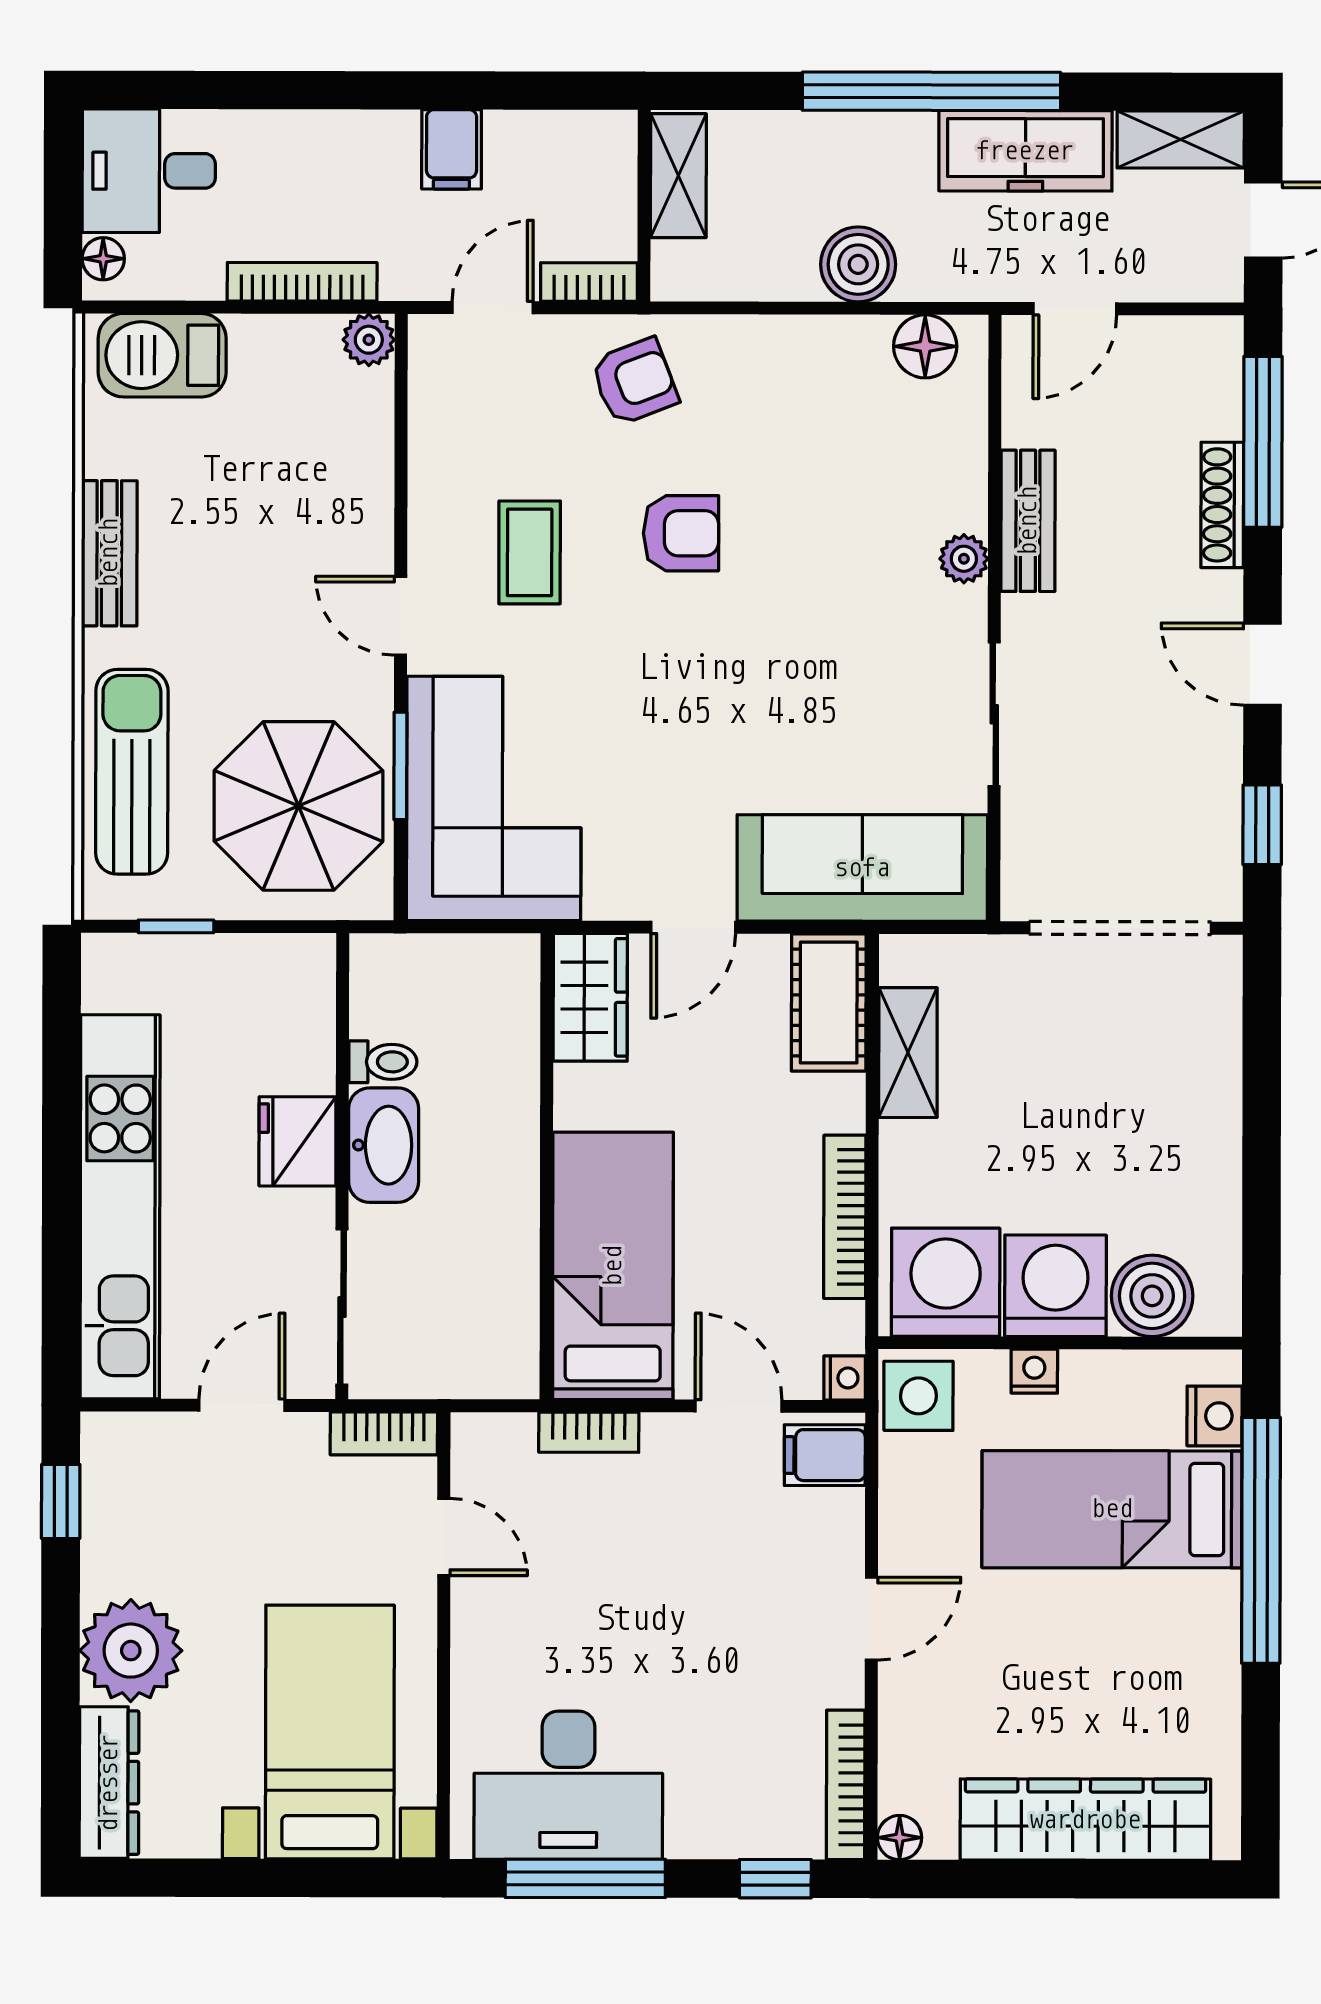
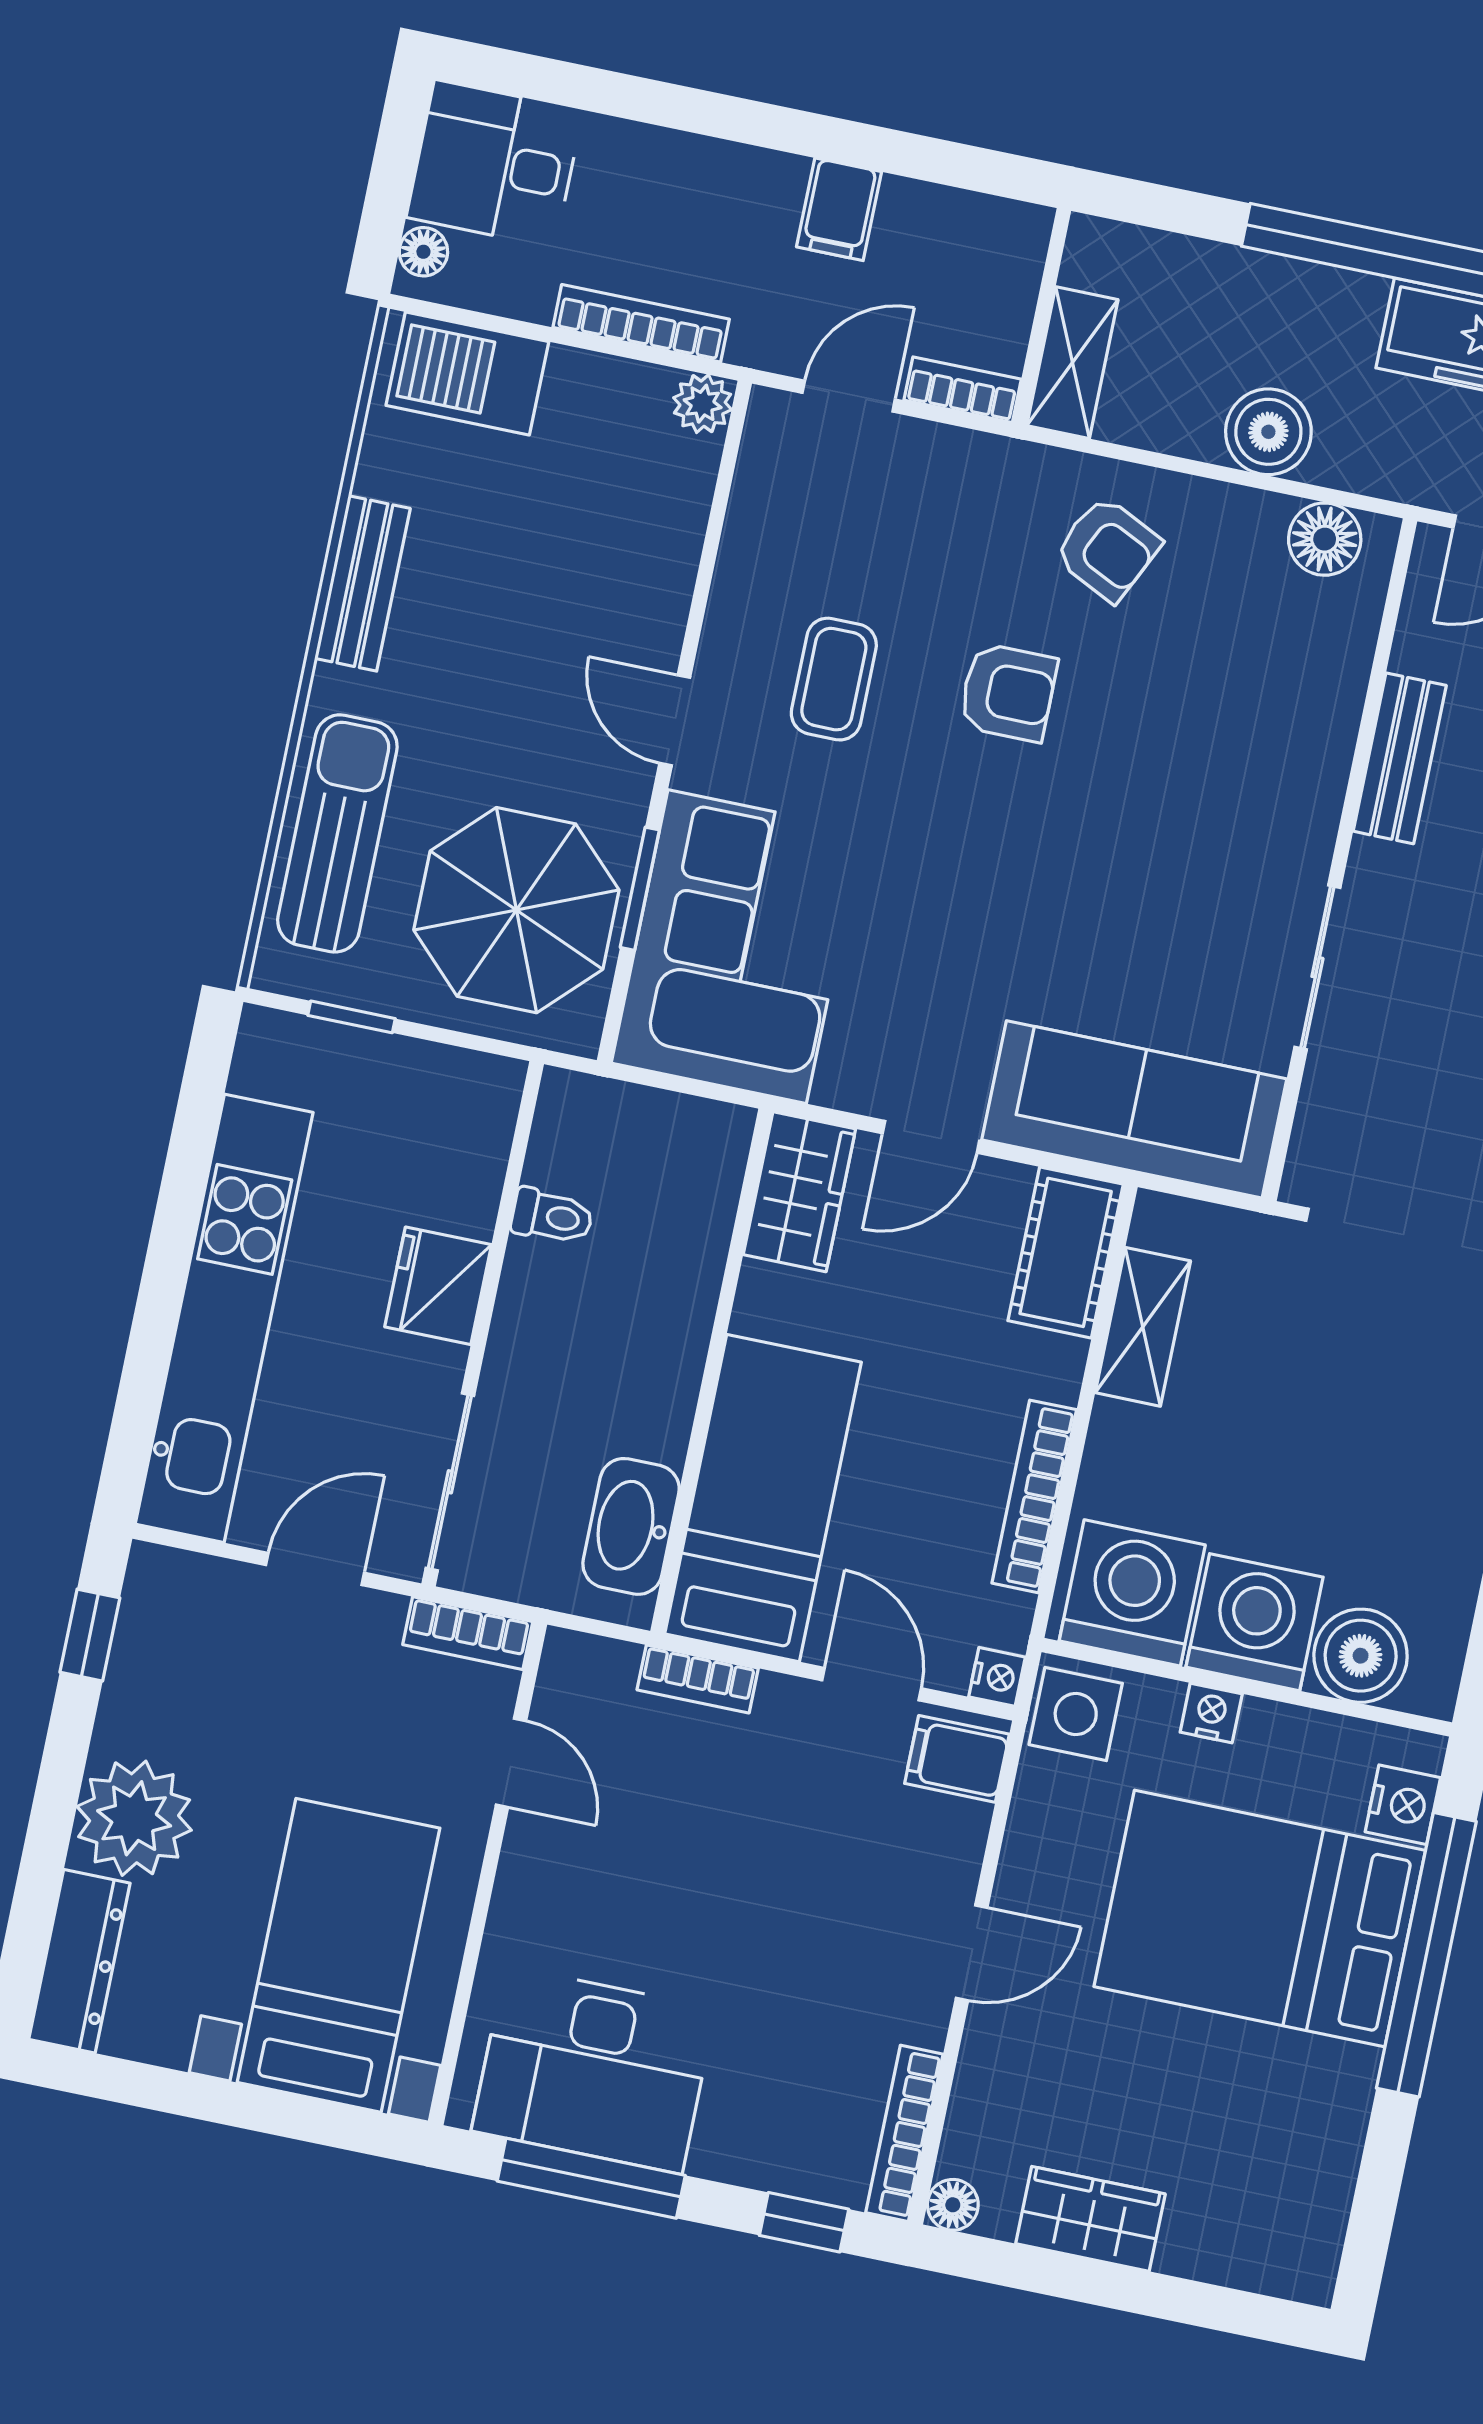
shelving: (678, 176) -> (1072, 363), moved
armchair: (634, 382) -> (1107, 549), moved, turned 47
plant: (964, 559) -> (1319, 786), removed
washbasin: (384, 1145) -> (631, 1526), moved, turned 180
bed: (1112, 1509) -> (1260, 1918), width x1.50
wardrobe: (1085, 1820) -> (1090, 2219), width x0.48, depth x0.85

